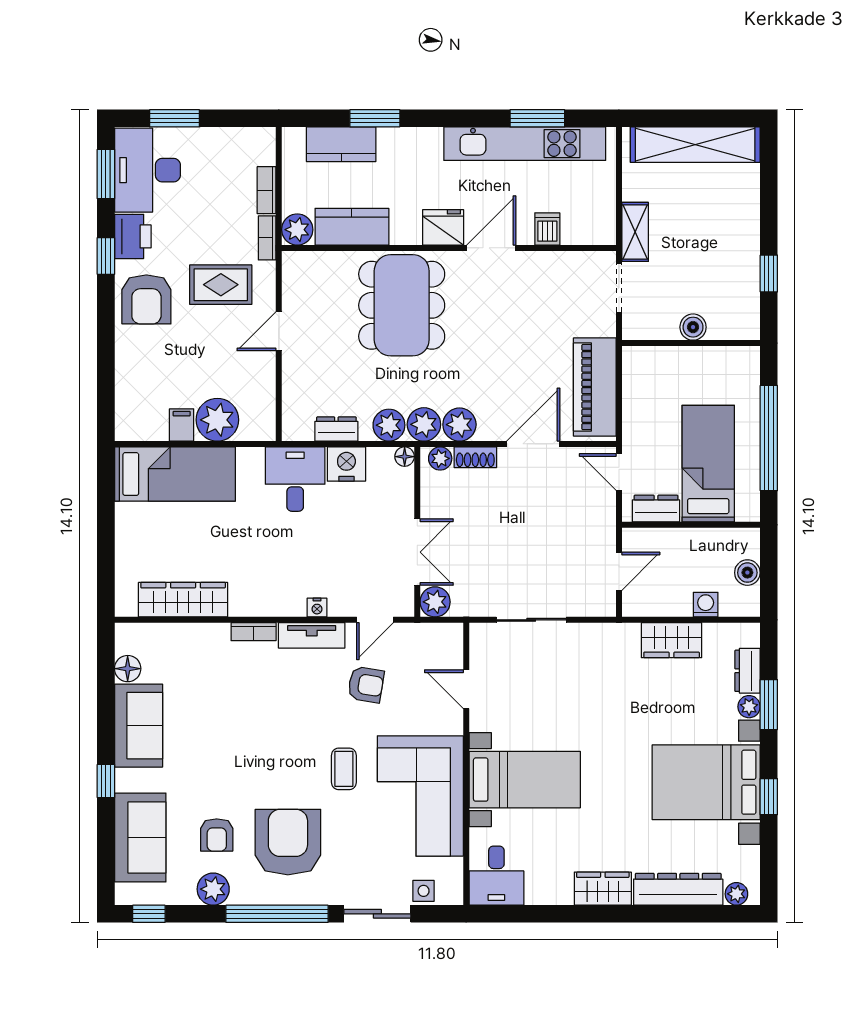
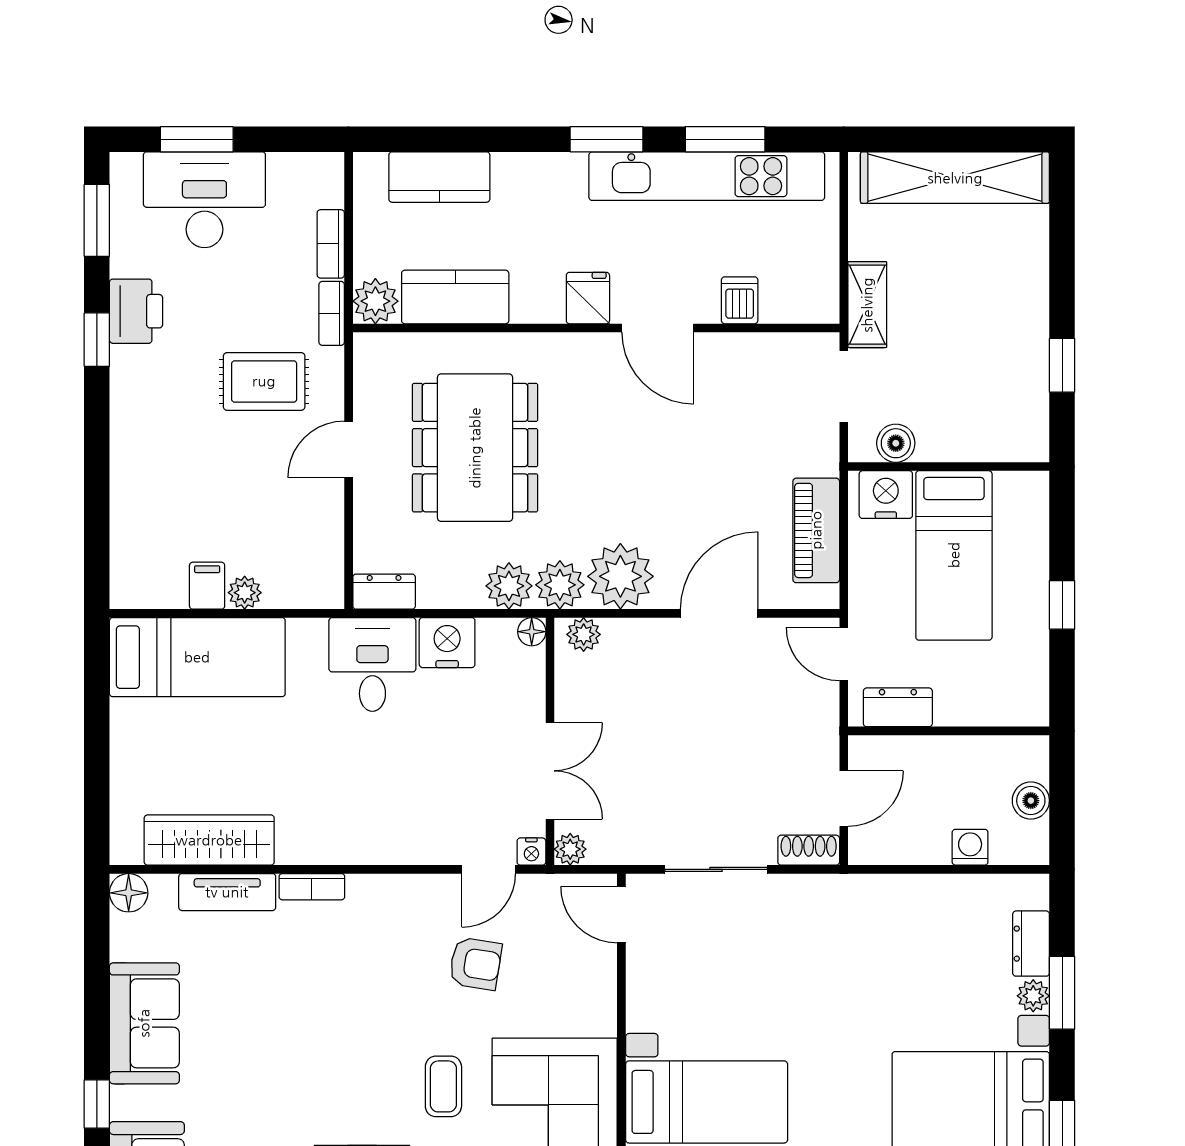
window: (375, 118) -> (607, 139), moved
desk: (147, 170) -> (204, 200), moved, turned 90
fridge: (443, 227) -> (588, 298), width x0.72
door: (491, 248) -> (658, 328), swing flipped
armchair: (146, 299) -> (156, 403), removed
dining table: (402, 305) -> (475, 448), moved
boiler: (693, 327) -> (896, 443), moved
nightstand: (648, 362) -> (886, 495), added
piano: (595, 387) -> (816, 530), width x0.73, depth x0.75
plant: (217, 420) -> (245, 593), width x0.53, depth x0.53
plant: (459, 425) -> (620, 576), width x1.36, depth x1.36
dresser: (336, 429) -> (384, 592), moved
window: (769, 438) -> (1062, 605), width x0.32
shoe rack: (475, 457) -> (809, 850), moved, turned 180
bed: (708, 464) -> (954, 555), moved, turned 180
plant: (435, 602) -> (570, 849), width x0.73, depth x0.73
nightstand: (317, 608) -> (531, 852), moved
tv unit: (312, 635) -> (227, 892), moved
wardrobe: (672, 640) -> (920, 899), removed
floor lamp: (128, 669) -> (129, 893), moved
door: (466, 689) -> (621, 915), moved

